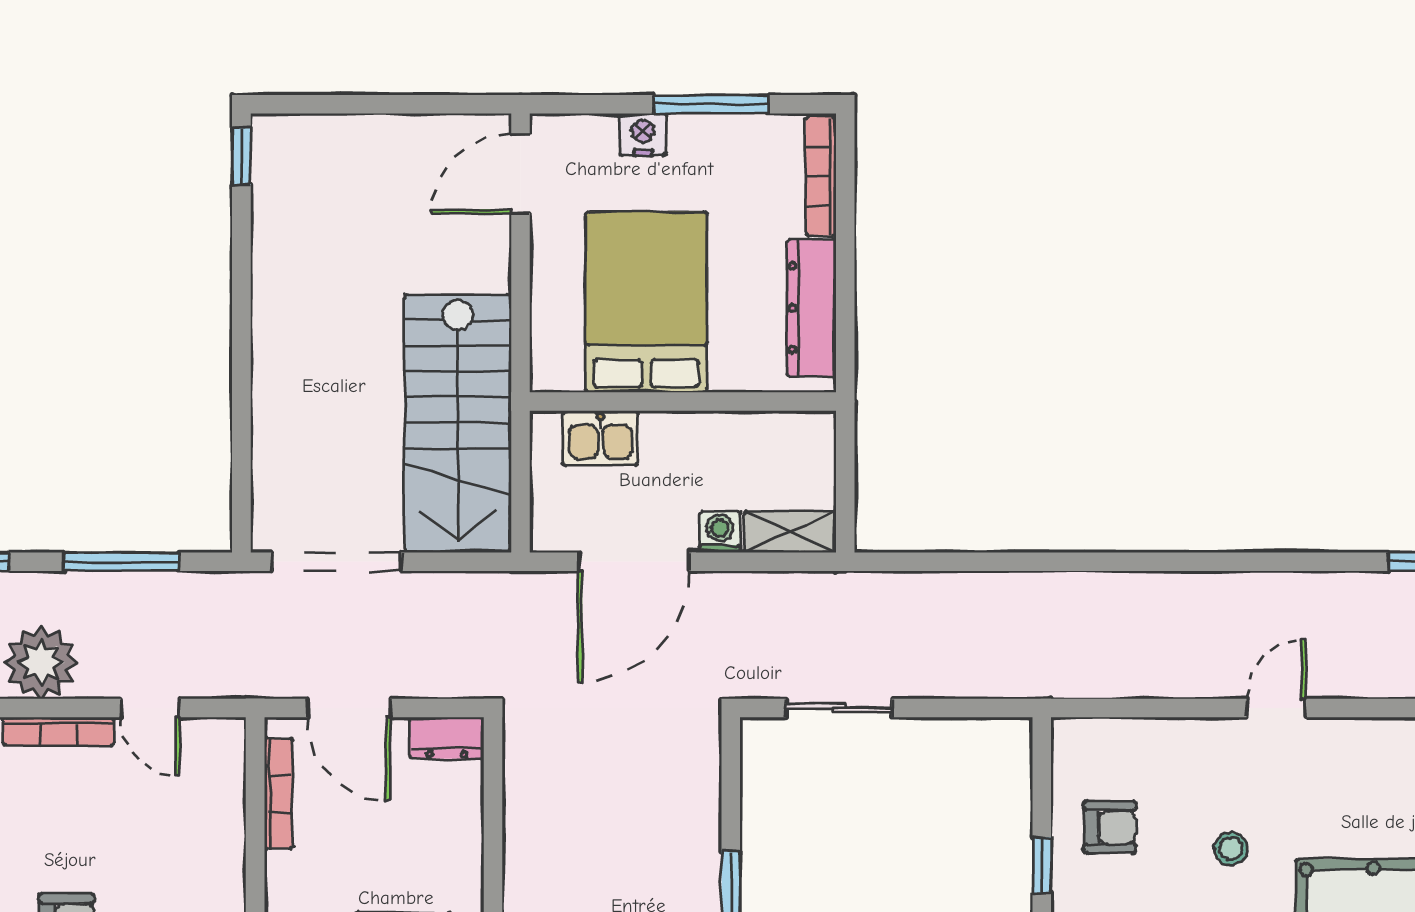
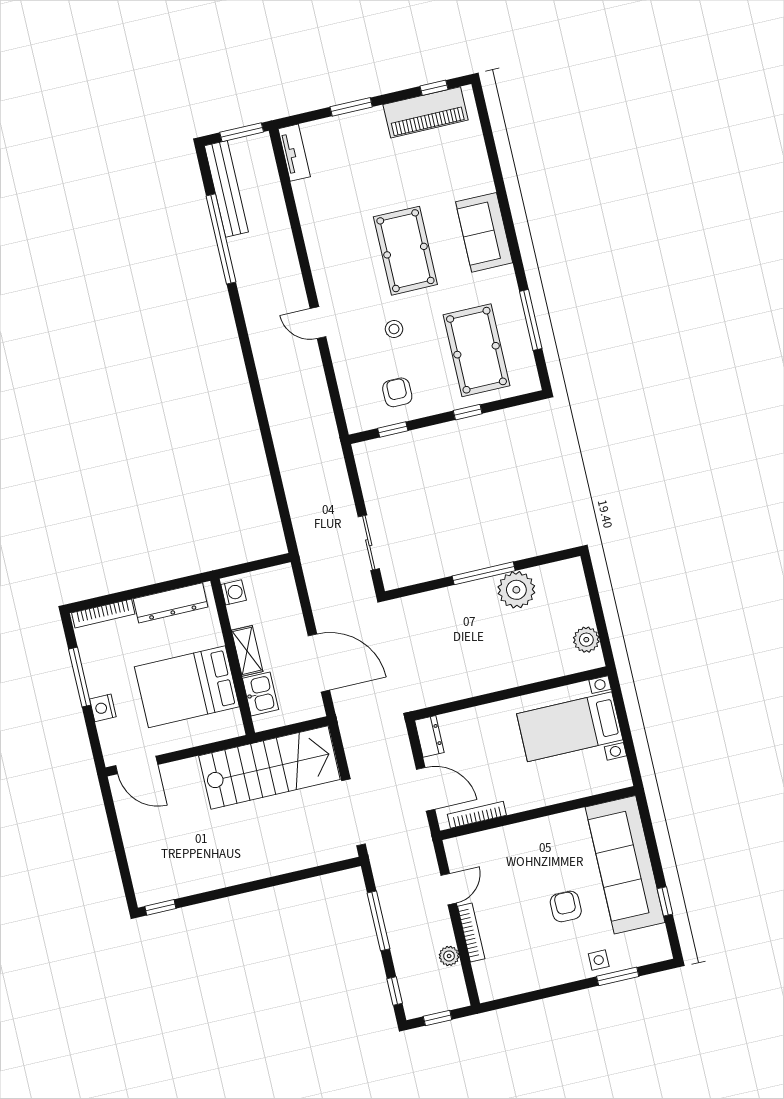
washing machine: (720, 532) -> (234, 592), moved, turned 180
shelving: (790, 532) -> (247, 651), moved
plant: (41, 663) -> (449, 956), width x0.53, depth x0.53
door: (349, 708) -> (426, 789), hinge flipped
window: (1042, 865) -> (393, 429), moved

